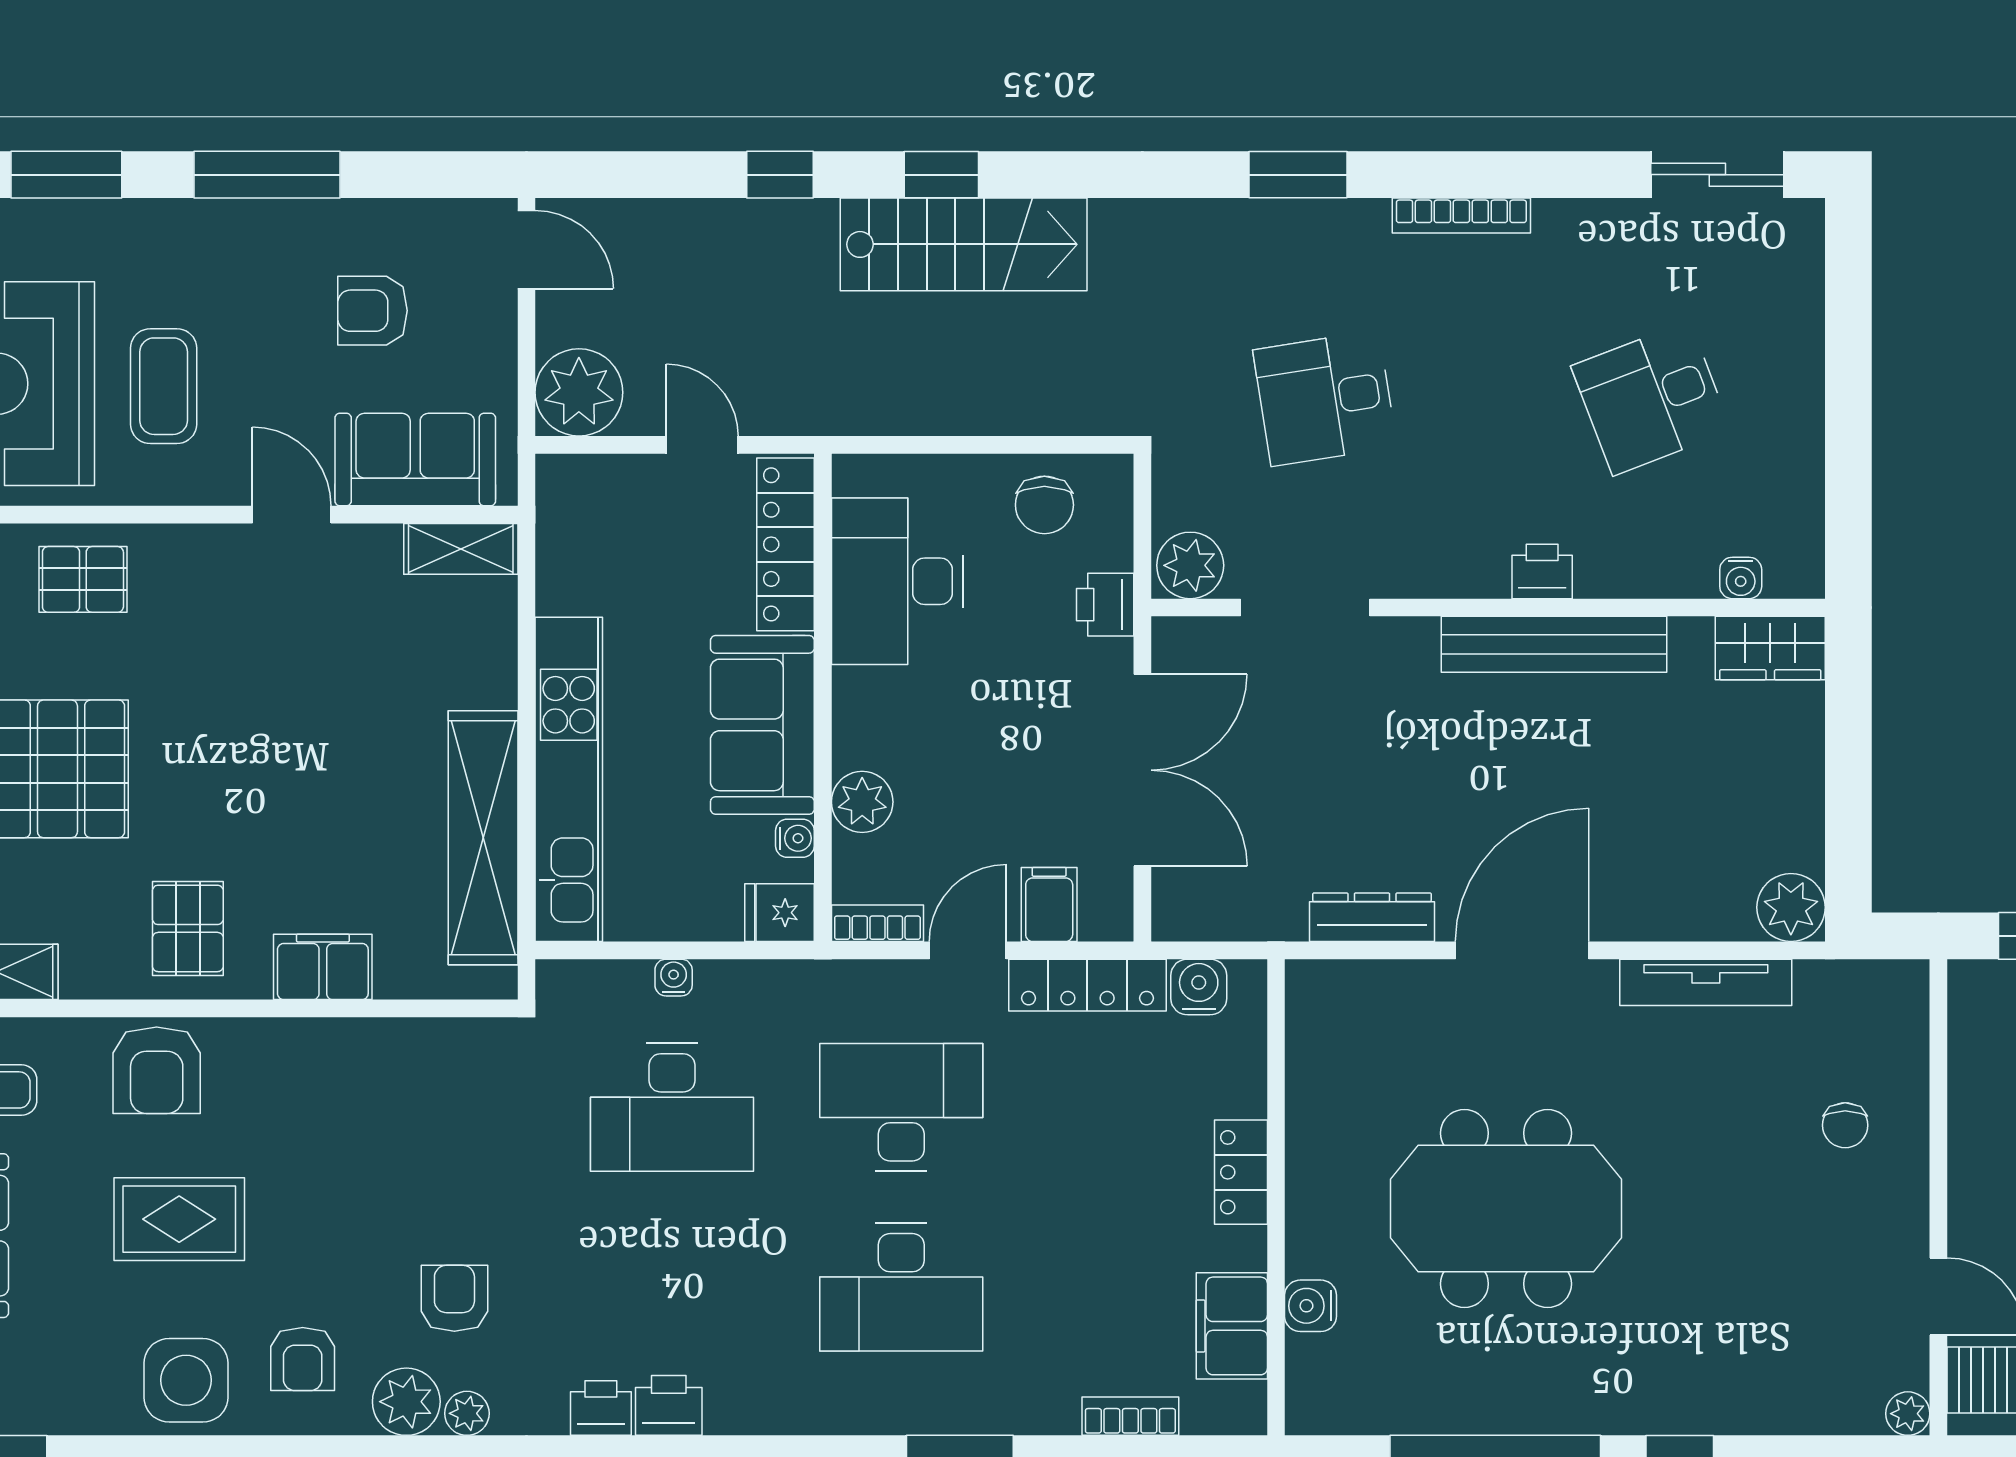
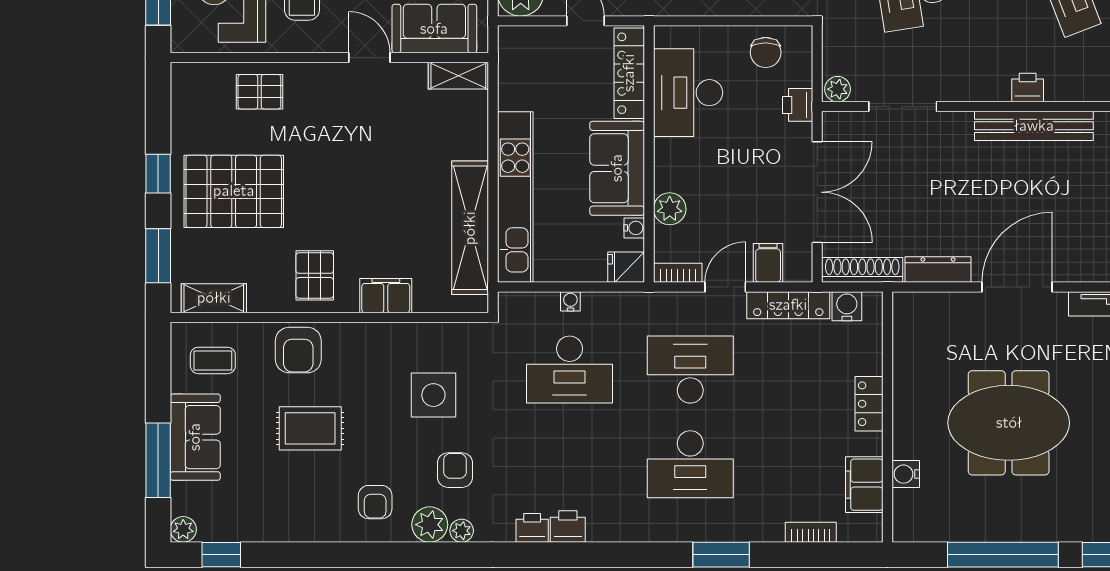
plant: (1190, 565) -> (838, 89), width x0.73, depth x0.73
shoe rack: (1228, 918) -> (862, 270), added
side table: (186, 1380) -> (433, 395), moved

